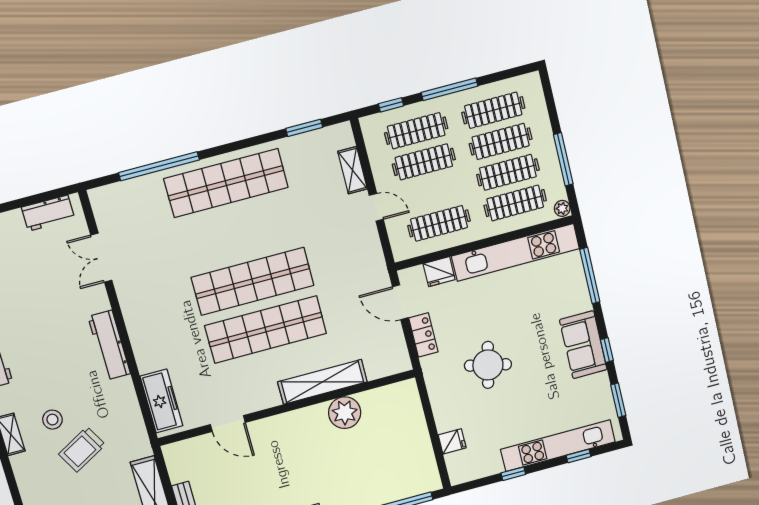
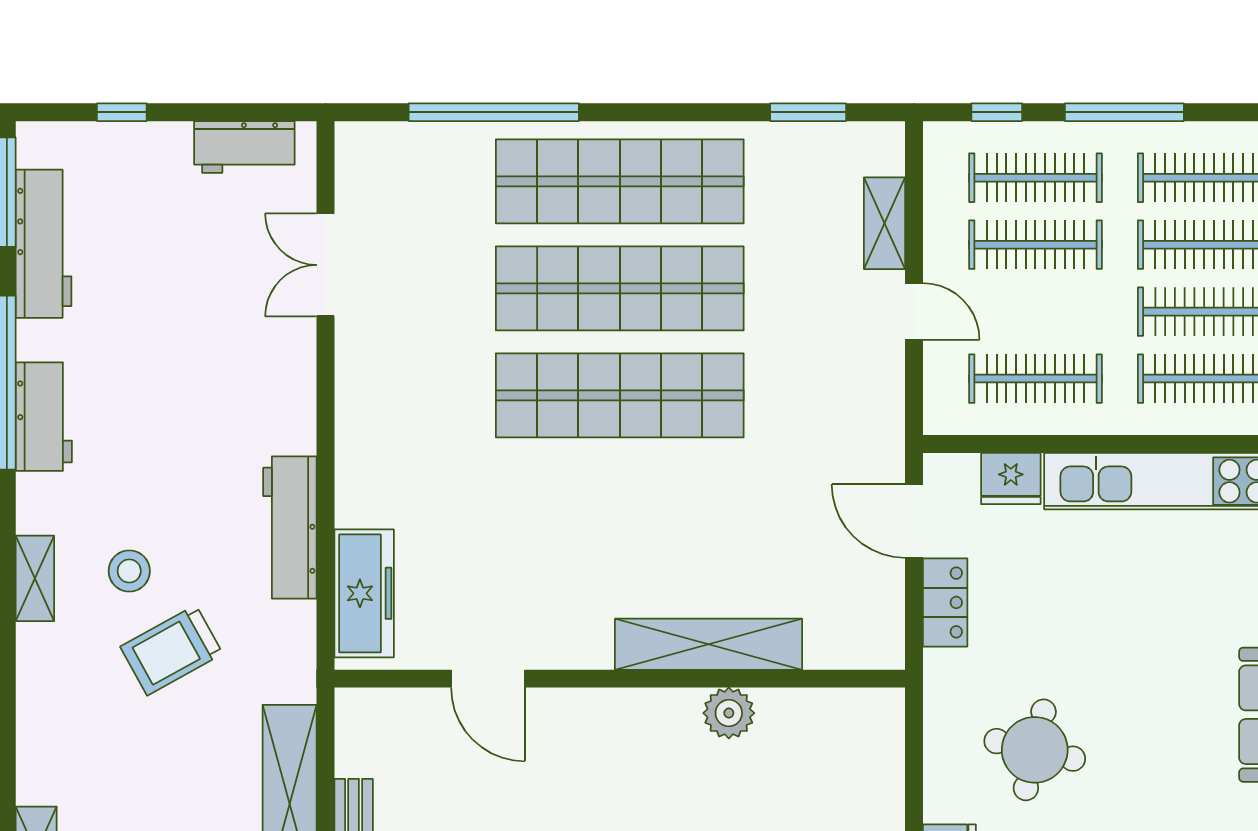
shop shelf: (266, 330) -> (620, 288), moved
workbench: (109, 345) -> (290, 527), moved
round table: (488, 365) -> (1035, 750), moved
plant: (345, 413) -> (729, 713), width x0.73, depth x0.73

